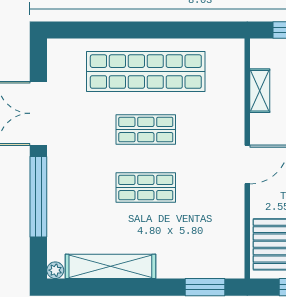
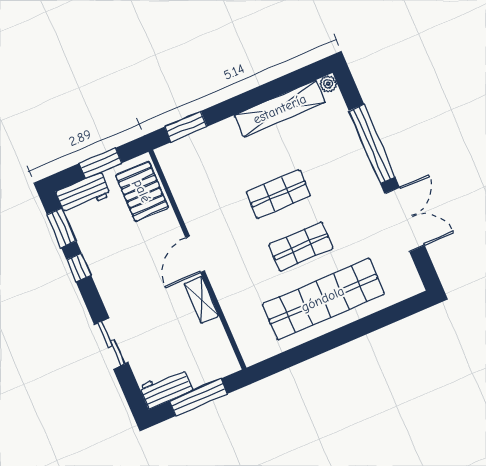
shelving: (260, 91) -> (201, 300), moved

